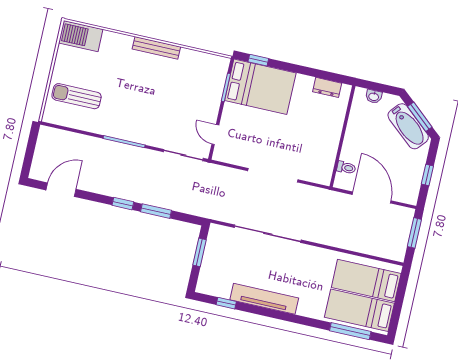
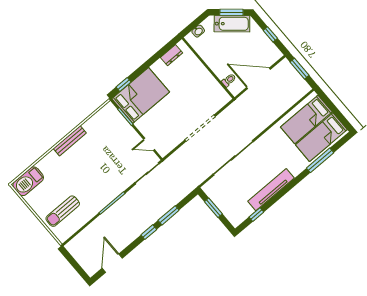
window: (350, 331) -> (320, 160), moved

